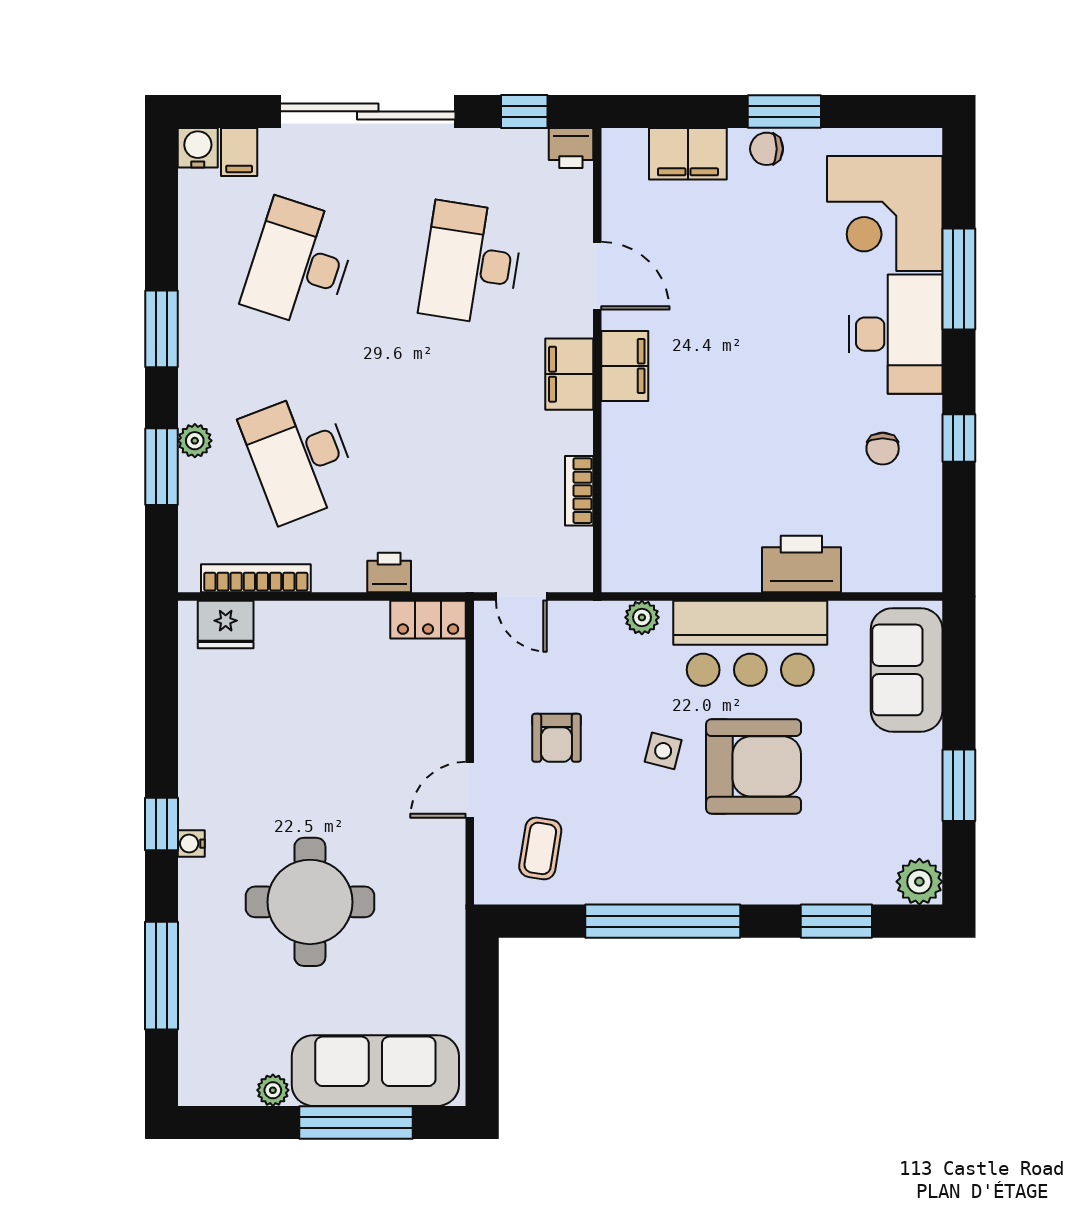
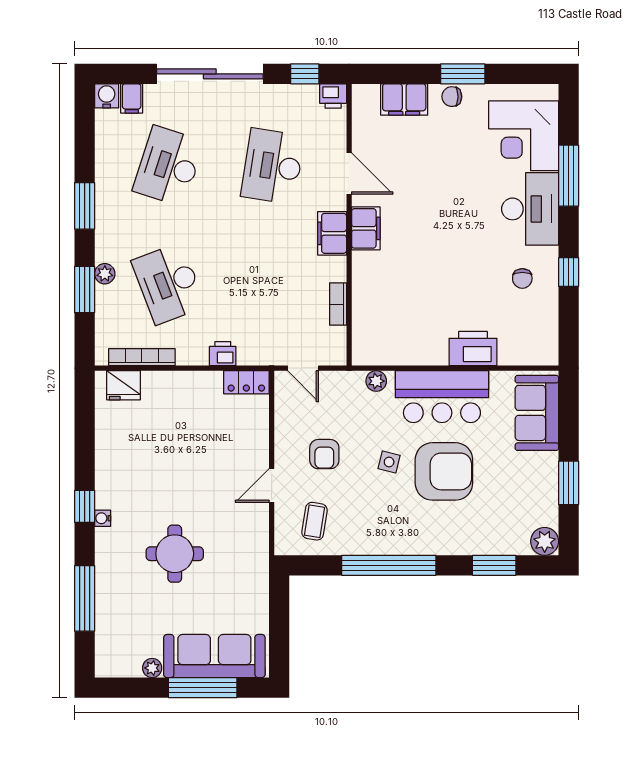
round table: (310, 902) -> (175, 554), width x0.73, depth x0.73

